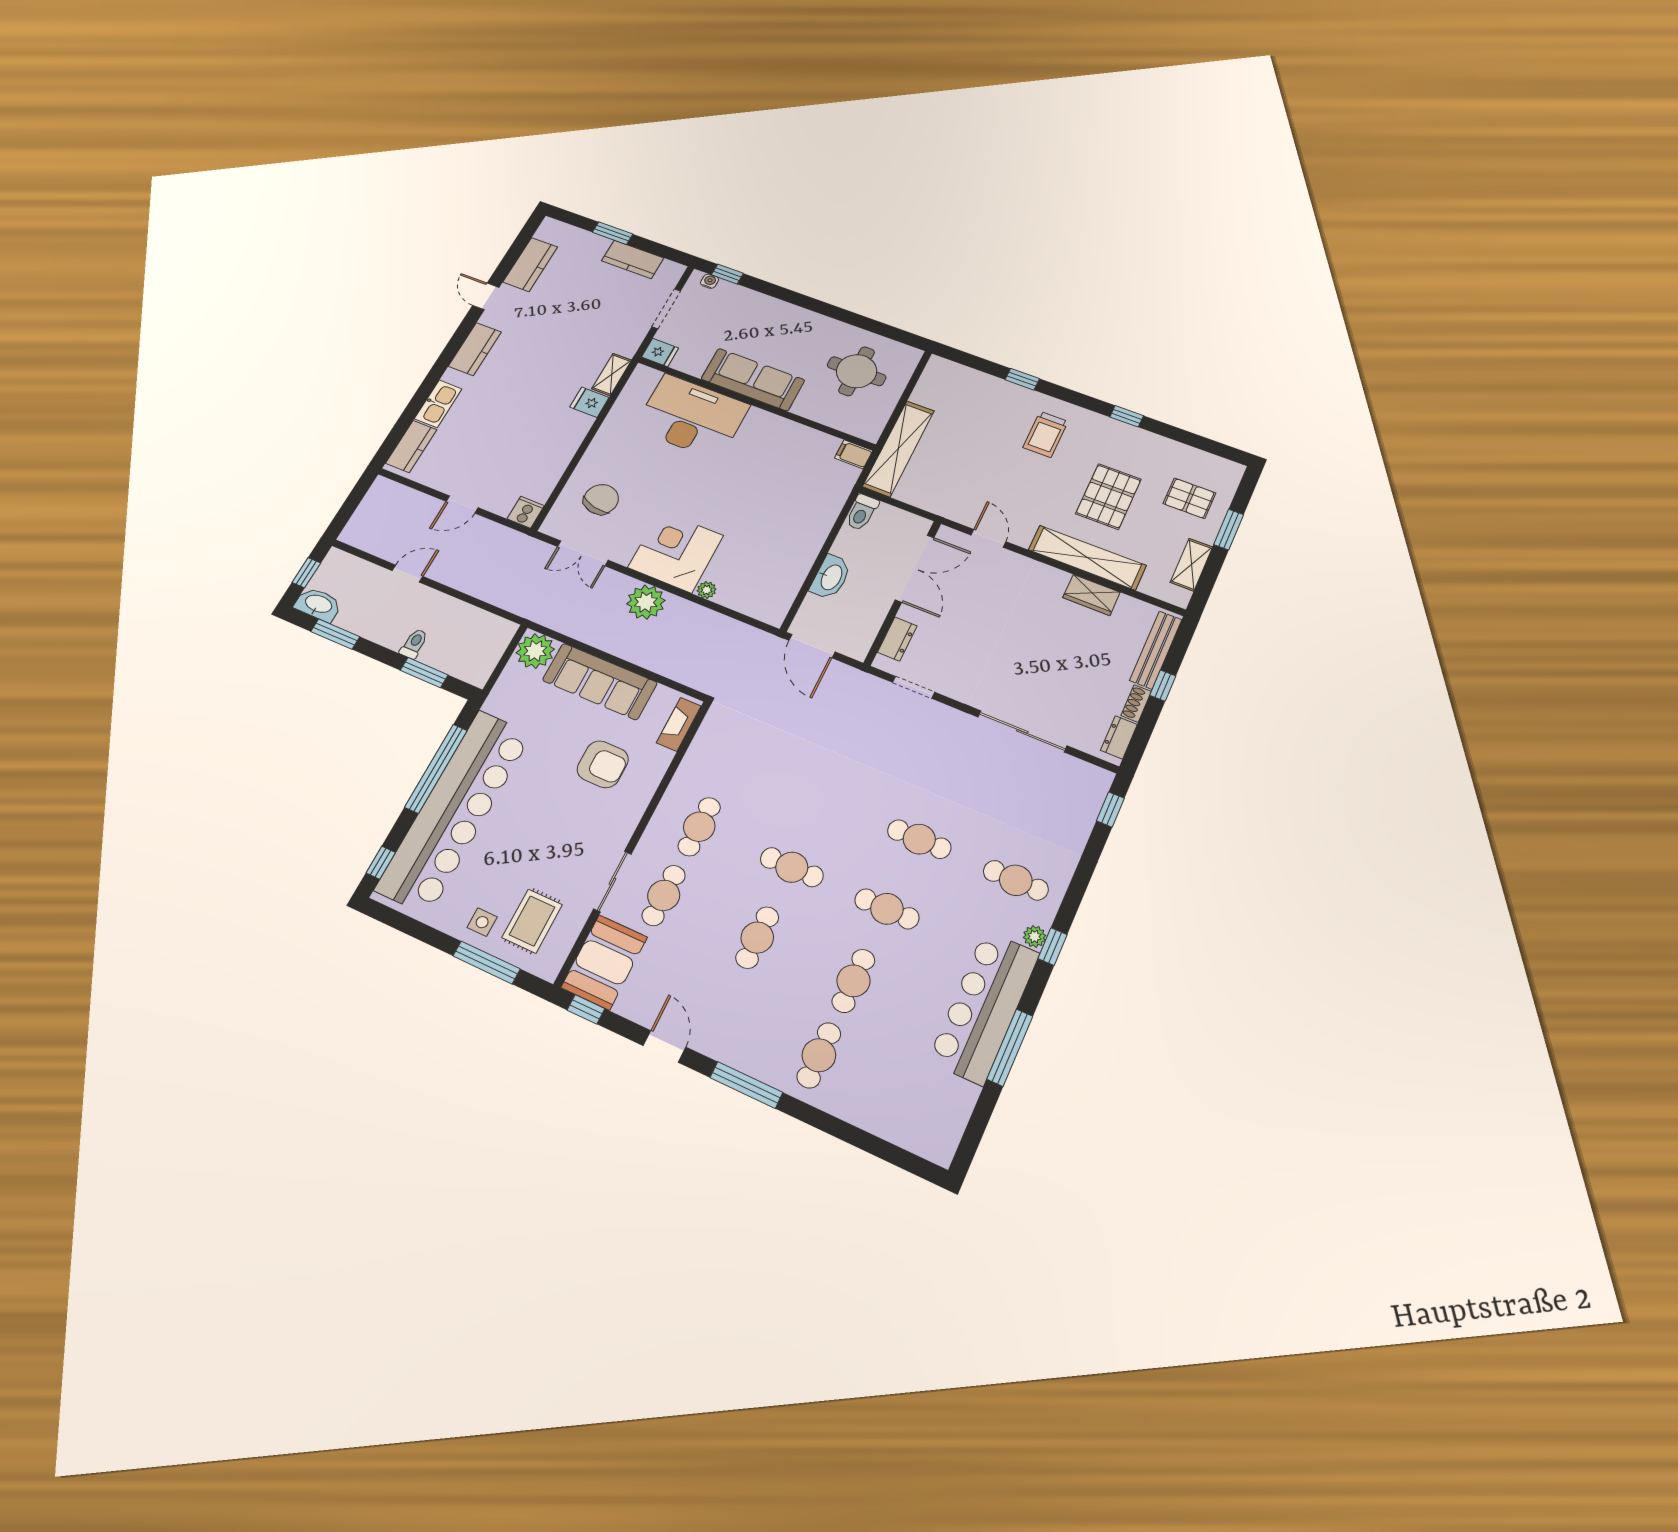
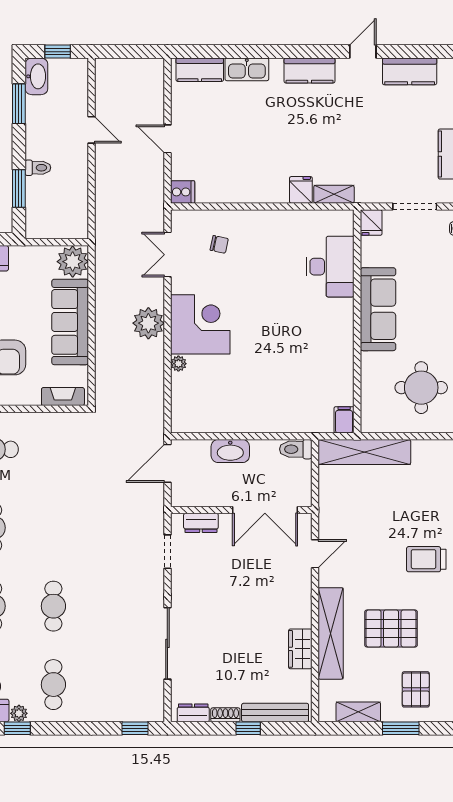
desk: (692, 417) -> (330, 267), width x0.73, depth x0.77
chair: (601, 499) -> (219, 244), width x0.54, depth x0.54

